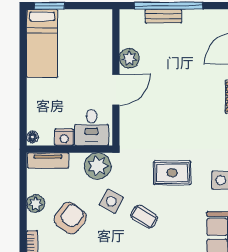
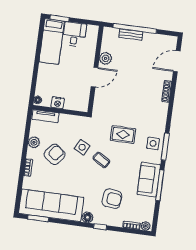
desk: (92, 127) -> (74, 34), moved, turned 180
plant: (98, 166) -> (76, 124), removed

